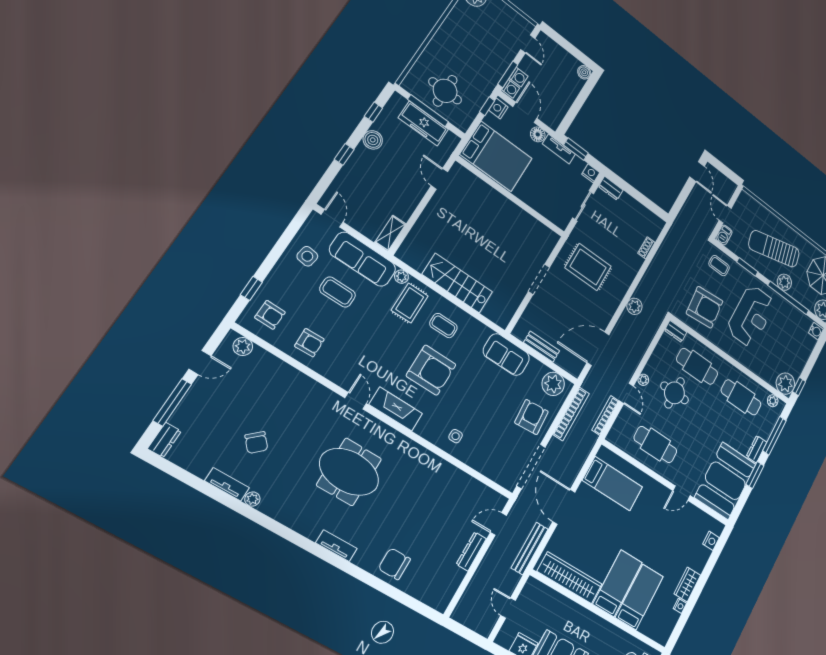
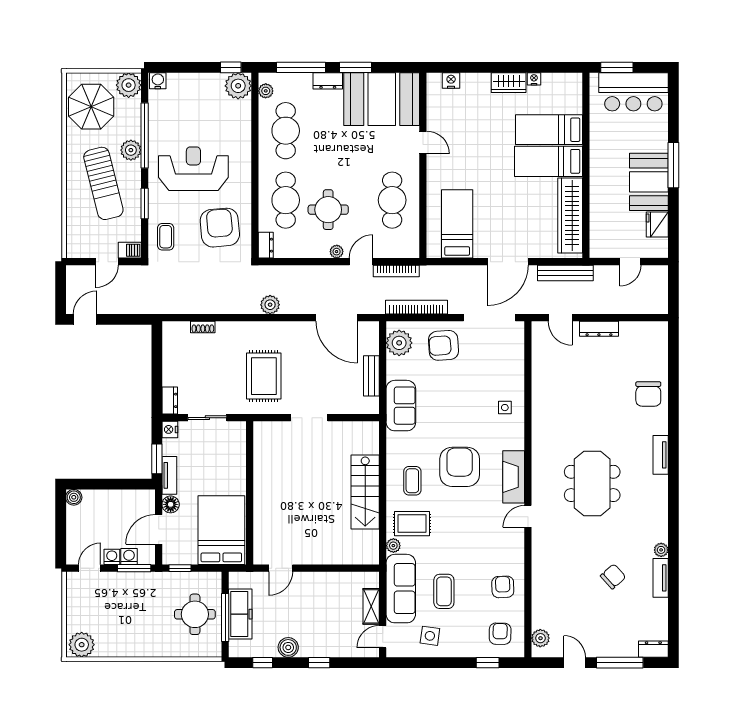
washing machine: (511, 89) -> (112, 557), moved
nightstand: (498, 108) -> (174, 557), removed
shelving: (390, 233) -> (371, 606), moved, turned 90

